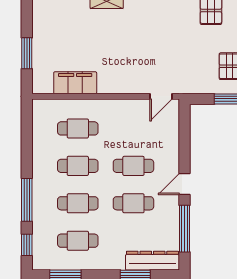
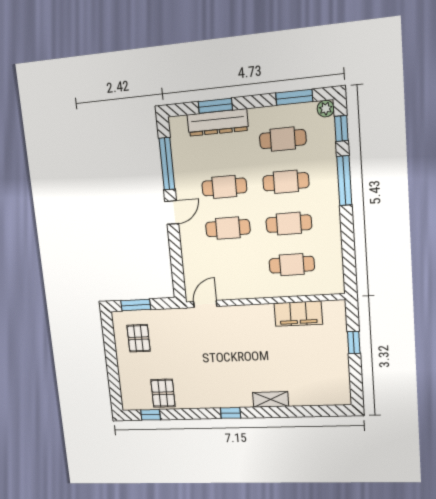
window: (27, 53) -> (354, 343), width x0.67
dresser: (152, 261) -> (218, 122), moved
plant: (39, 263) -> (326, 109), added

